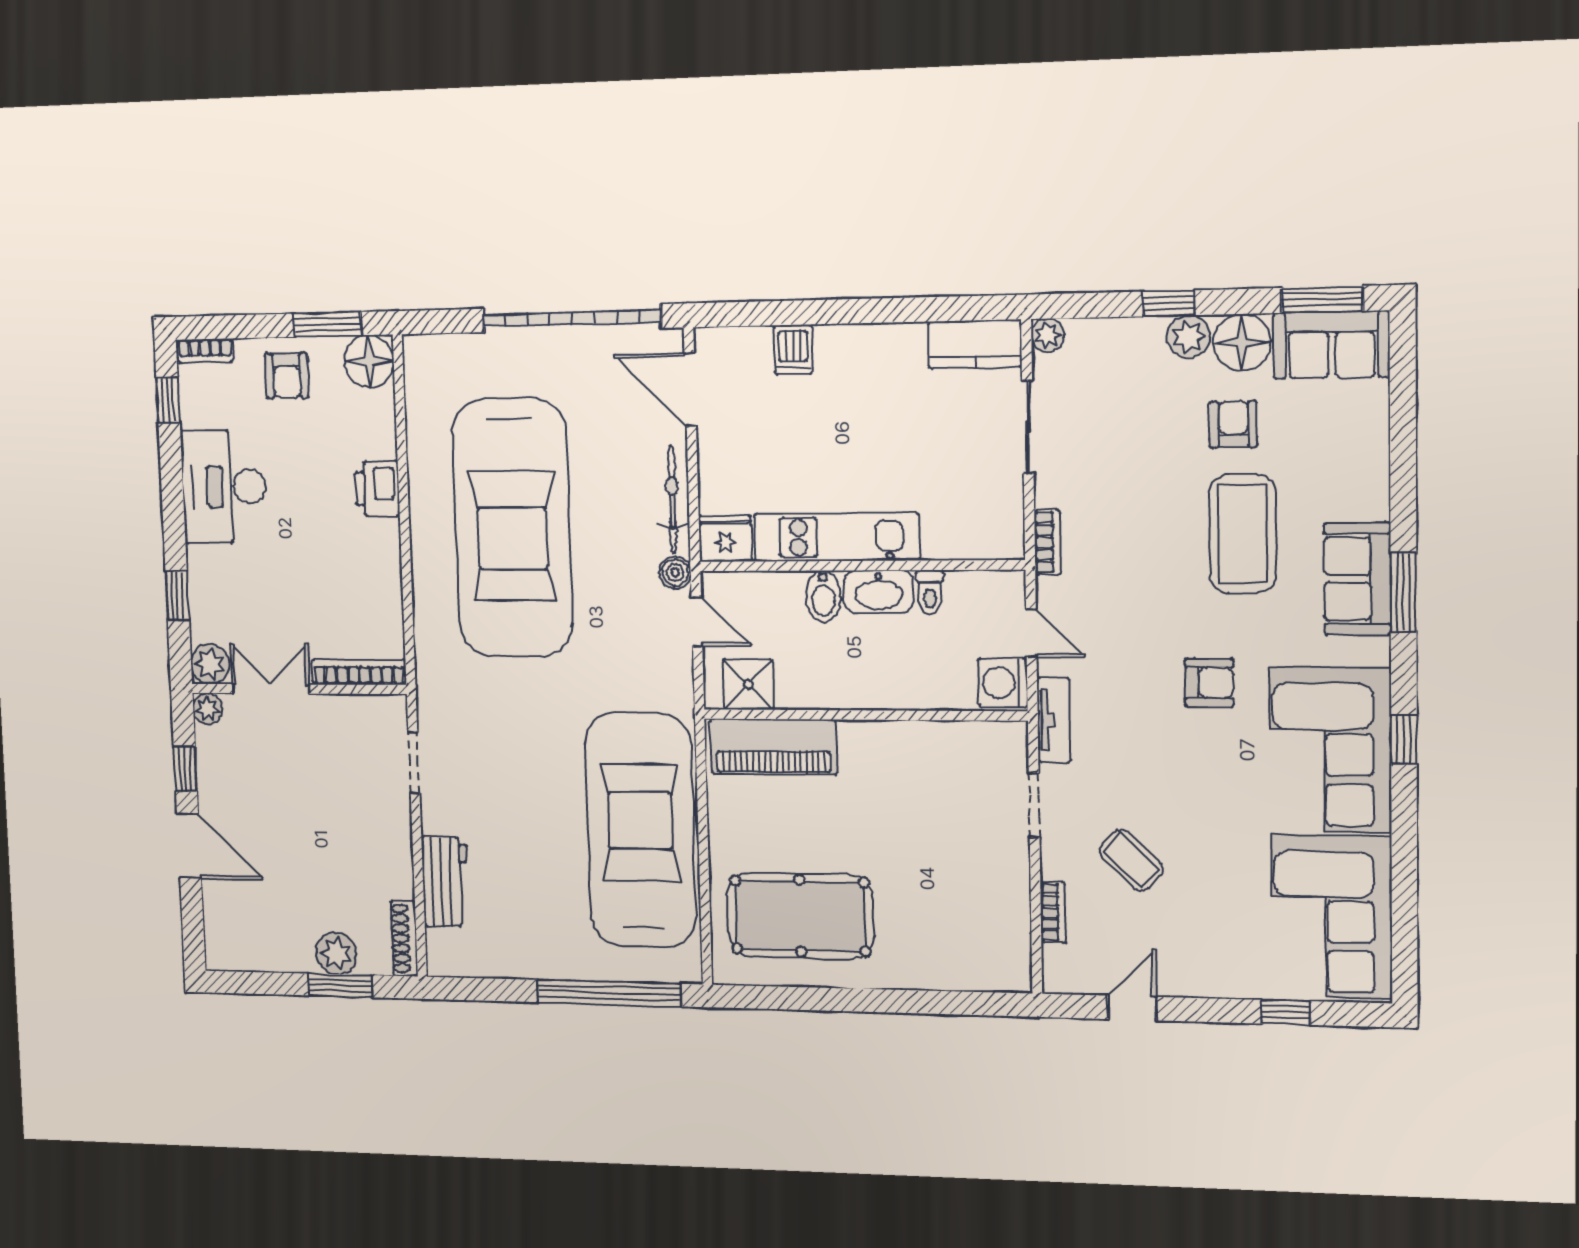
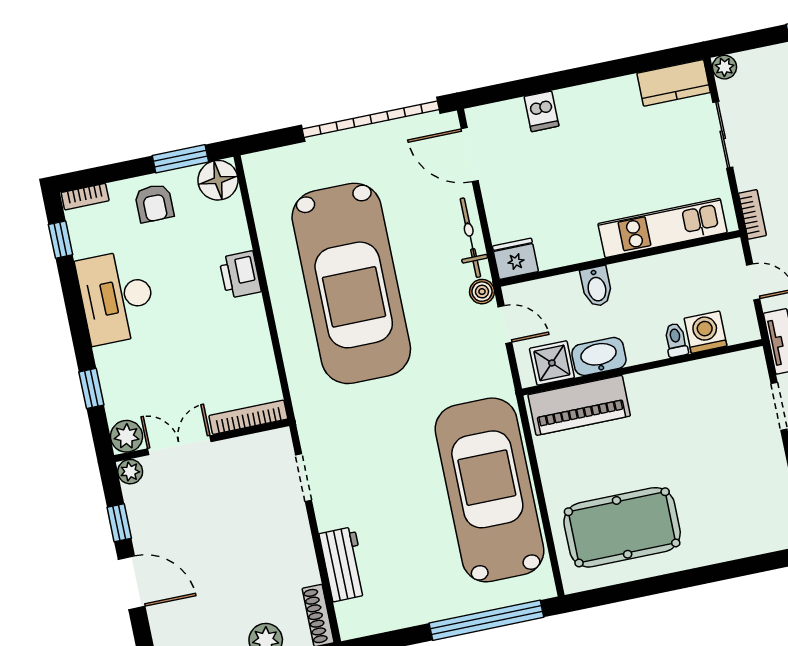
kitchen unit: (836, 537) -> (663, 228), moved
washbasin: (878, 592) -> (599, 356), moved, turned 180
toilet: (930, 592) -> (676, 340), moved, turned 180
washing machine: (1003, 683) -> (705, 332), moved, turned 90

